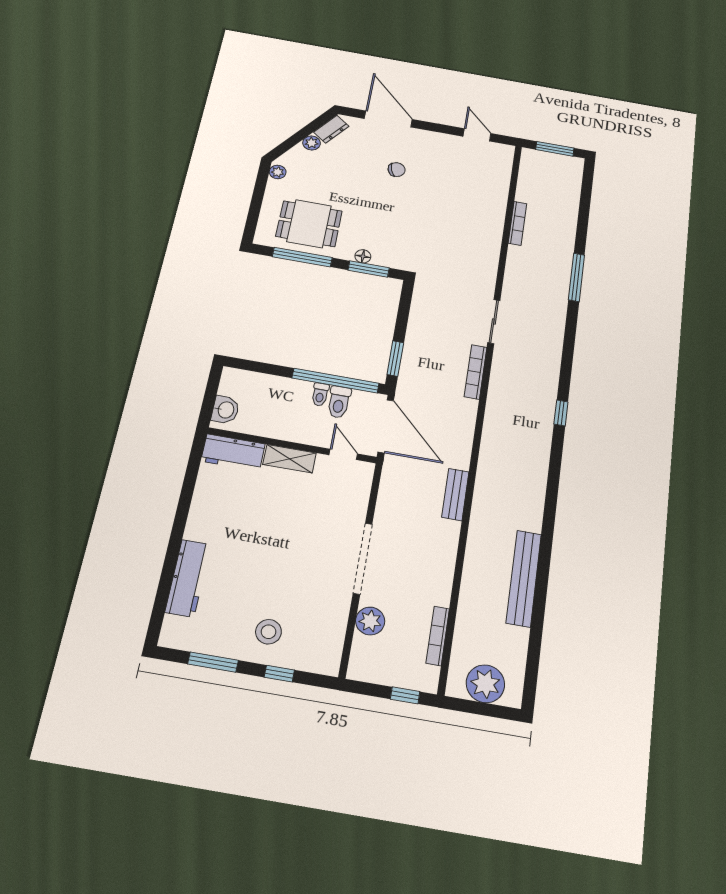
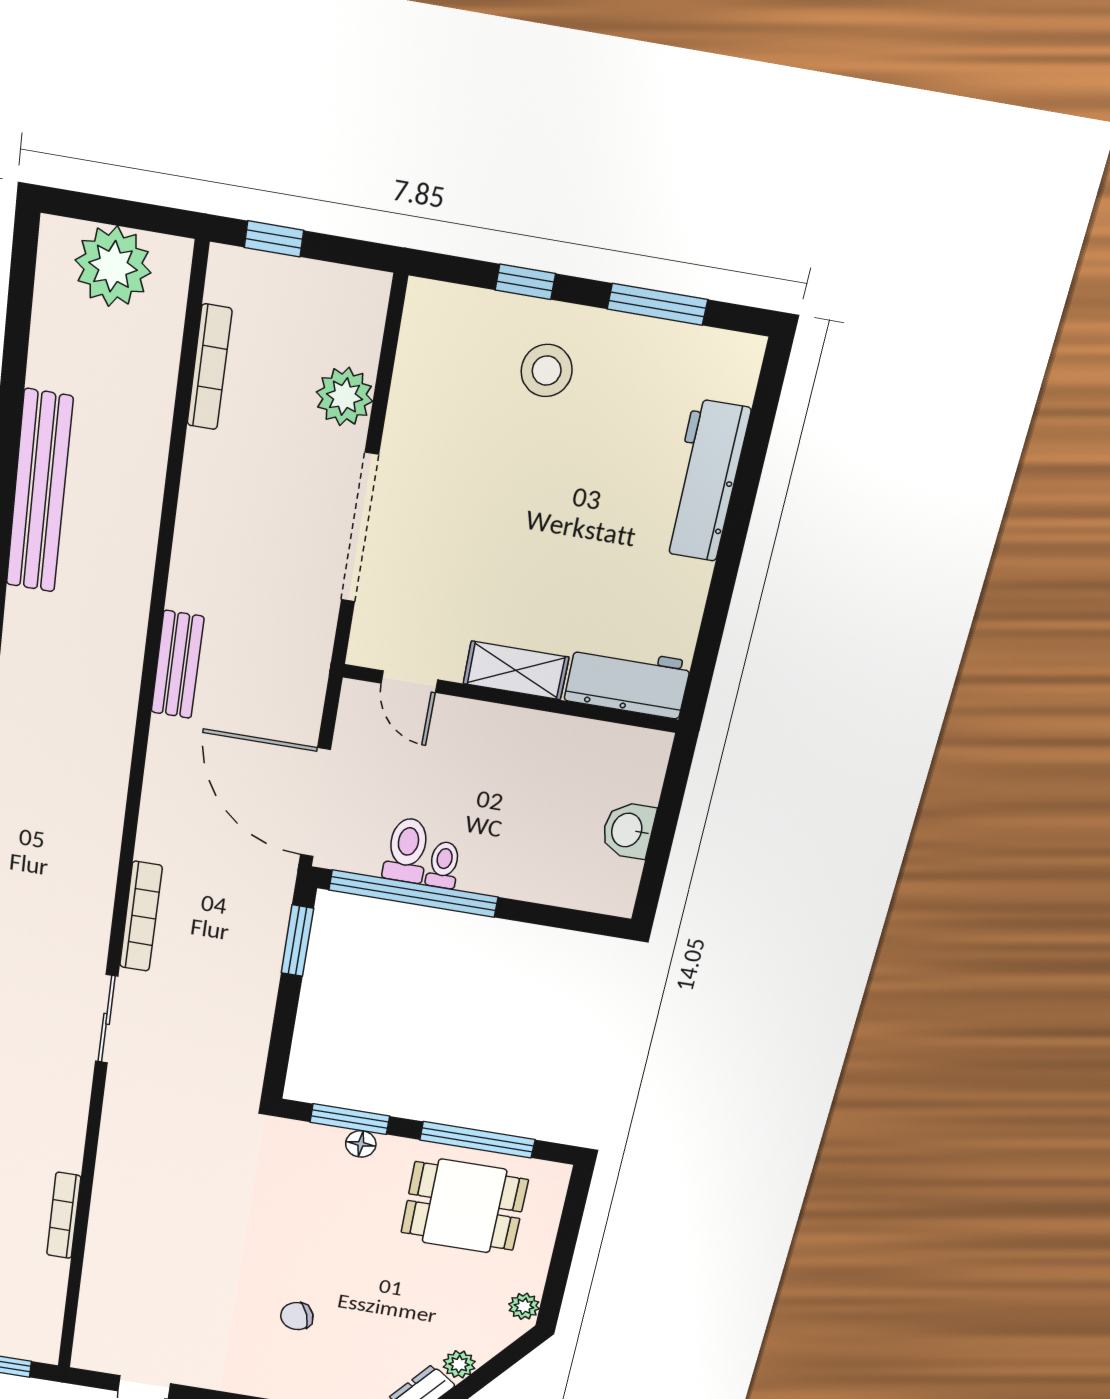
wall: (292, 445) -> (511, 698), moved
workbench: (233, 453) -> (628, 681), moved
door: (343, 454) -> (409, 682), moved
shelving: (289, 459) -> (516, 670), moved

